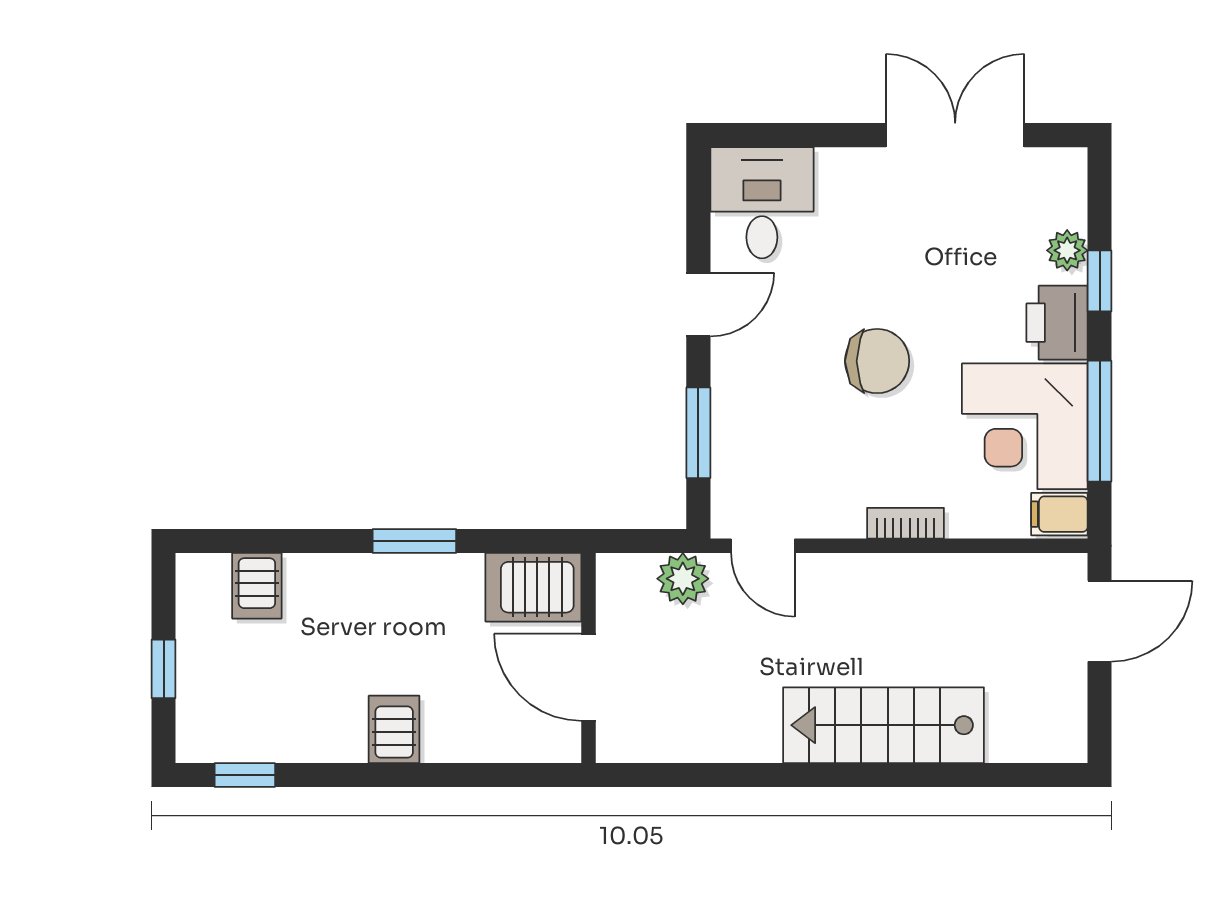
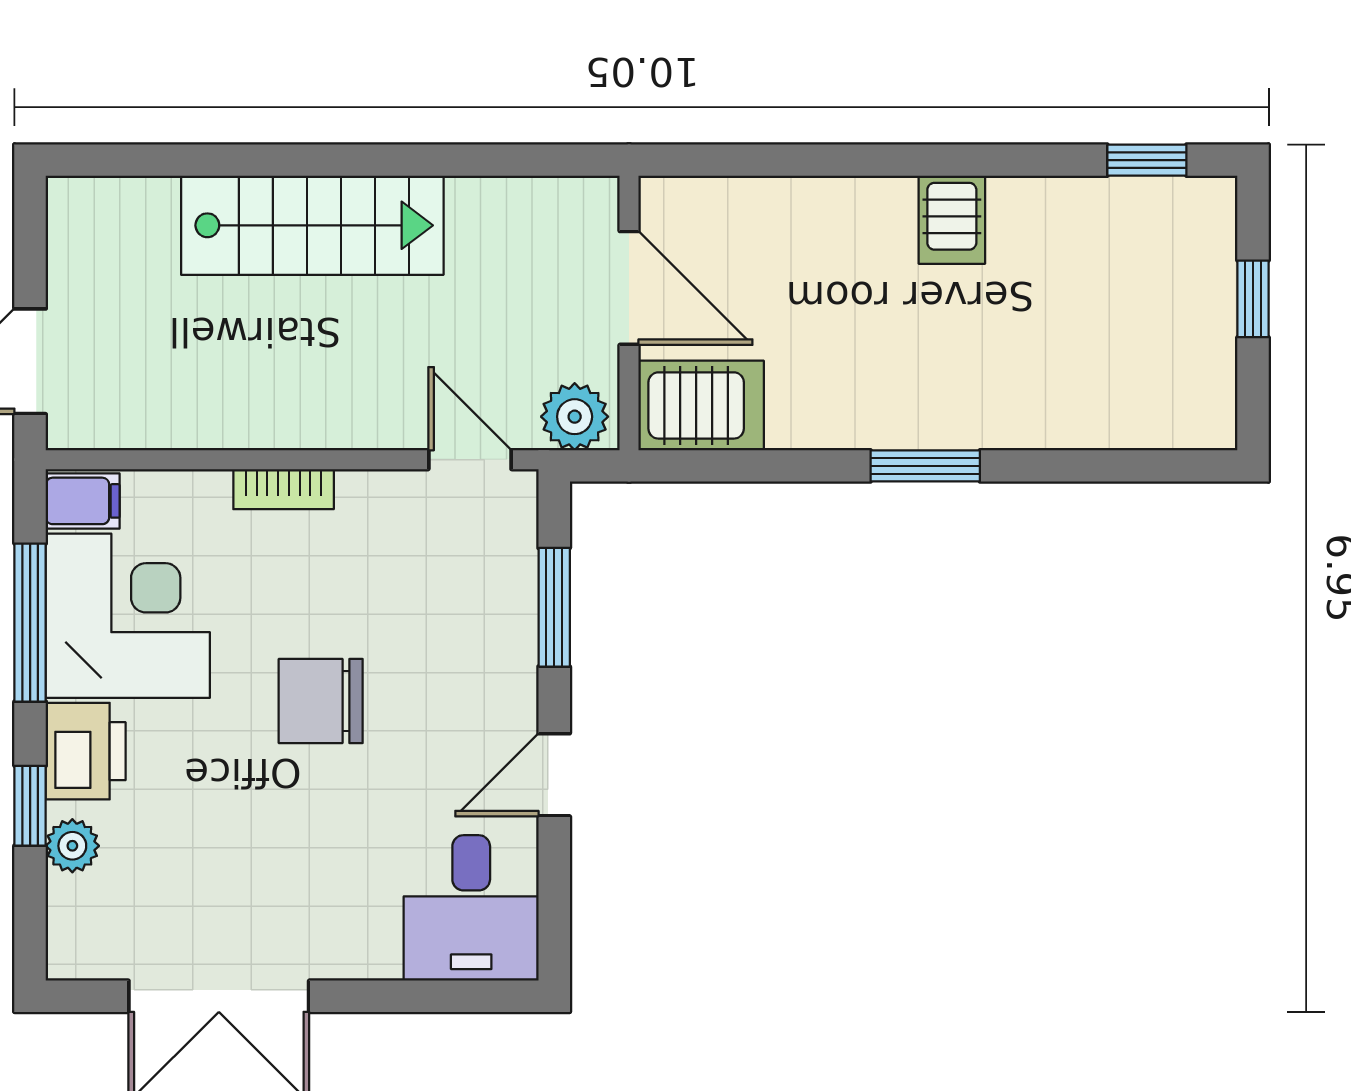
server rack: (257, 586) -> (1131, 407), removed
server rack: (533, 587) -> (701, 405), moved
wall: (589, 658) -> (629, 313), moved
door: (589, 677) -> (629, 288), moved

